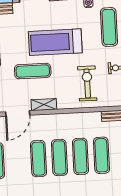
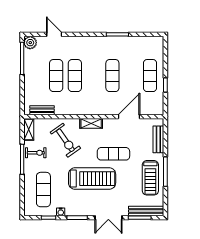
exercise bike: (87, 83) -> (65, 140), turned -35
shelving: (44, 105) -> (91, 123), moved
exercise mat: (59, 157) -> (94, 76), removed

